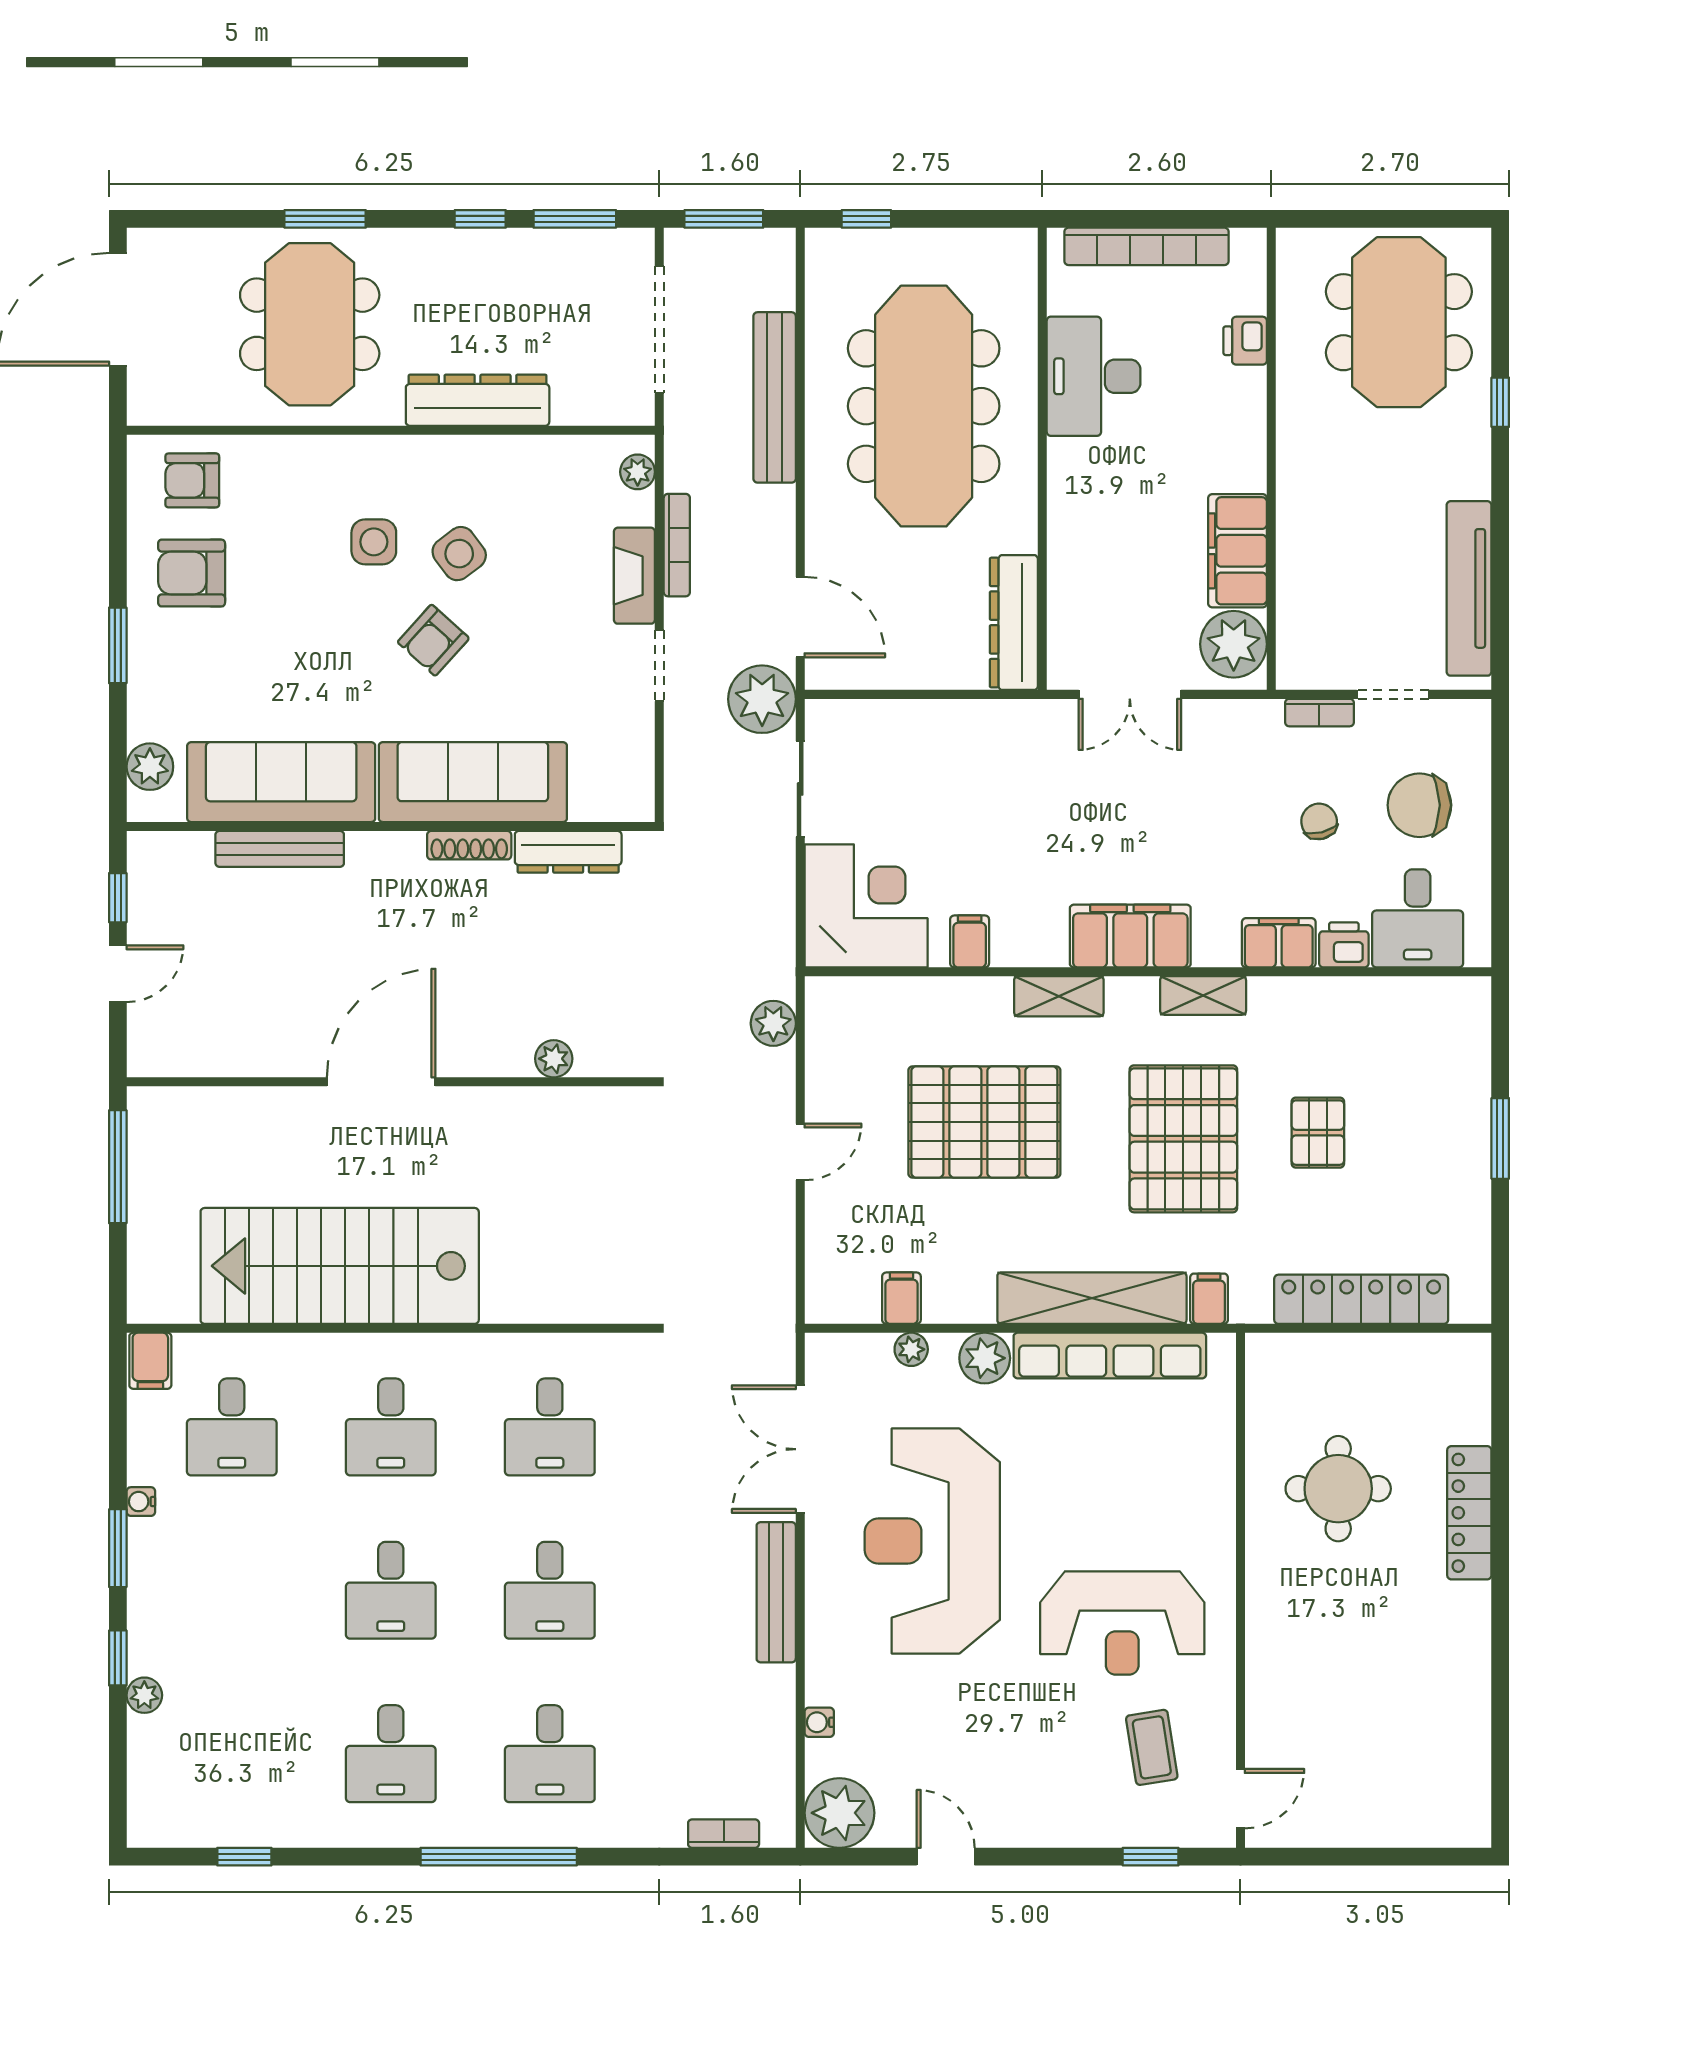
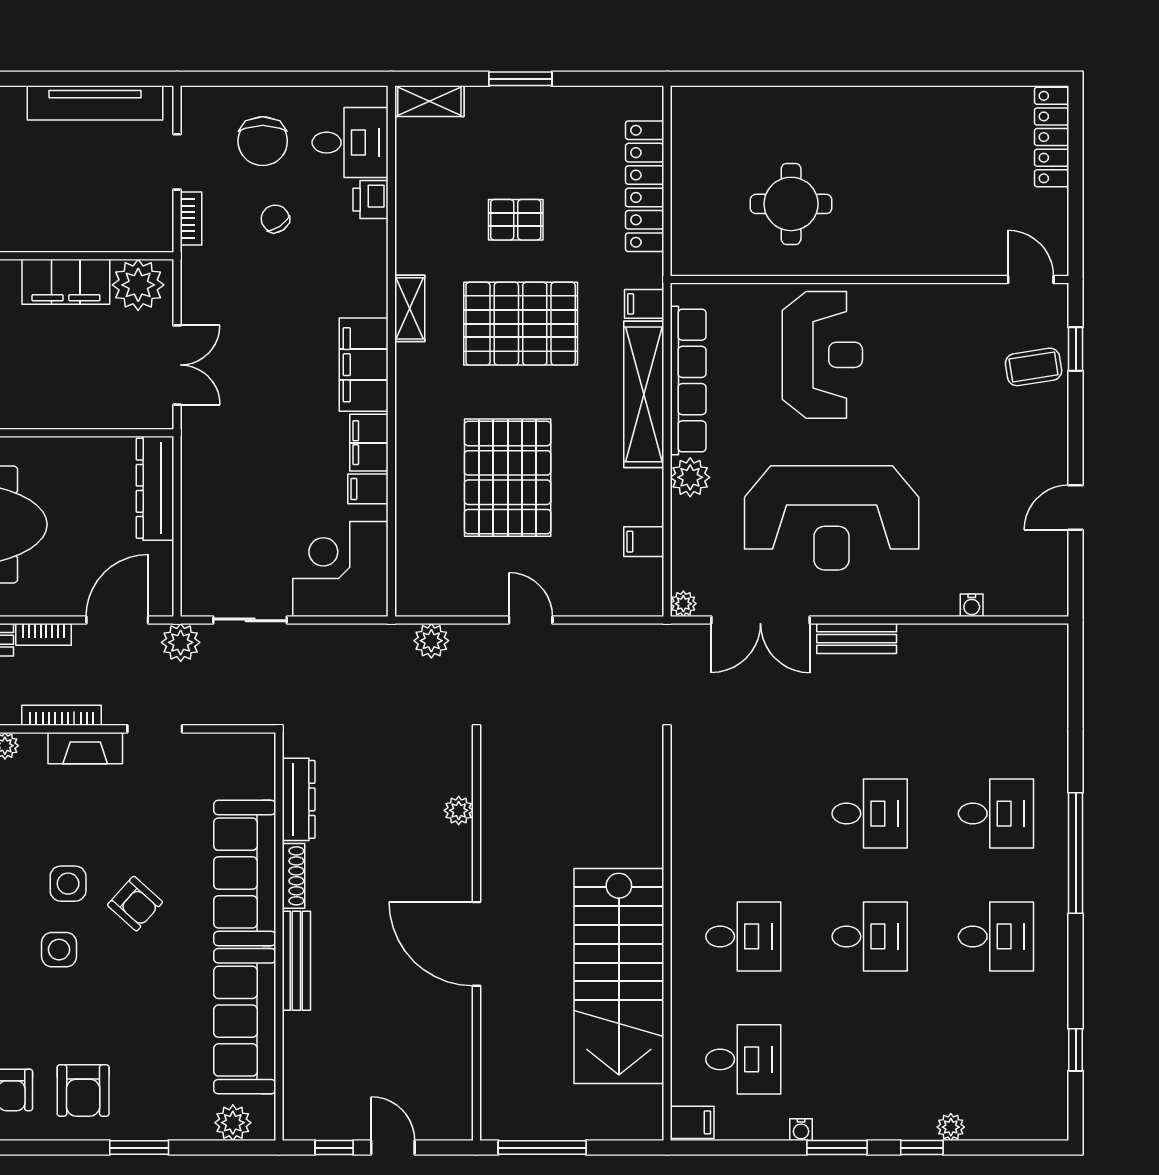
side table: (459, 554) -> (68, 884), turned 37
dresser: (1014, 623) -> (155, 488), moved, turned 90
plant: (762, 699) -> (181, 642), width x0.73, depth x0.73
chair: (1319, 821) -> (275, 219), turned 70
bench: (280, 849) -> (296, 961), moved
filing cabinet: (1279, 943) -> (369, 443), moved
shelving: (1059, 996) -> (429, 101), moved, turned 90
plant: (911, 1349) -> (683, 604), moved
desk: (550, 1427) -> (743, 814), removed
locker: (1469, 1513) -> (1052, 137), moved, turned 90
bench: (776, 1592) -> (857, 639), width x0.73
reception desk: (1122, 1623) -> (822, 355), moved
coffee table: (1152, 1747) -> (1034, 367), moved
plant: (839, 1813) -> (1042, 590), removed
bookcase: (724, 1834) -> (44, 634), moved, turned -90

